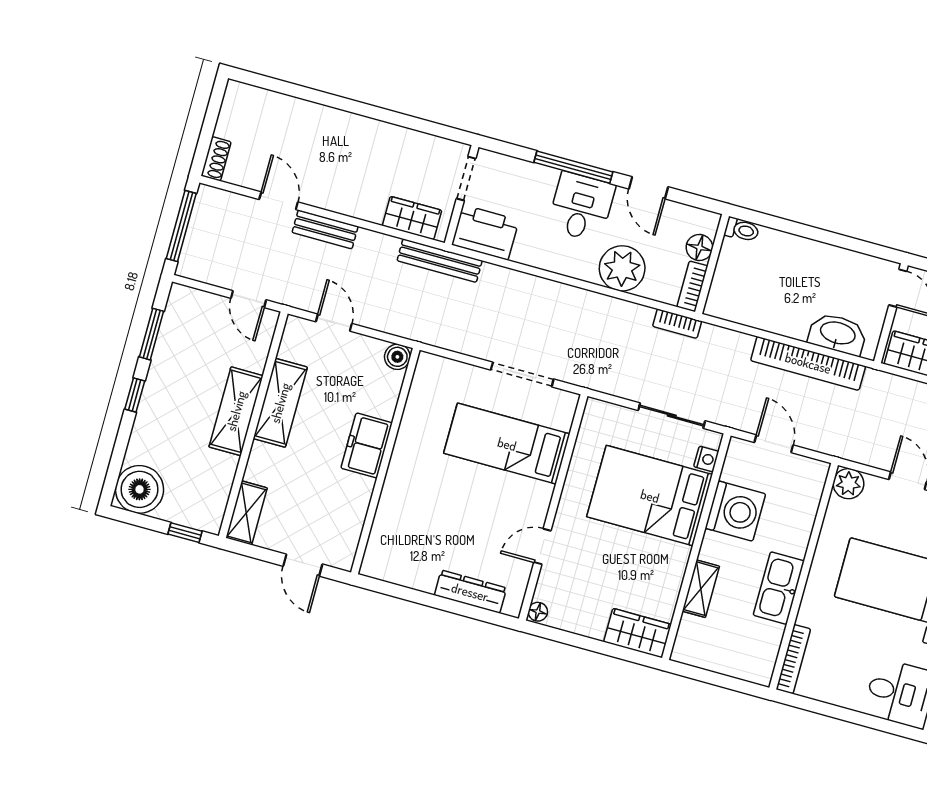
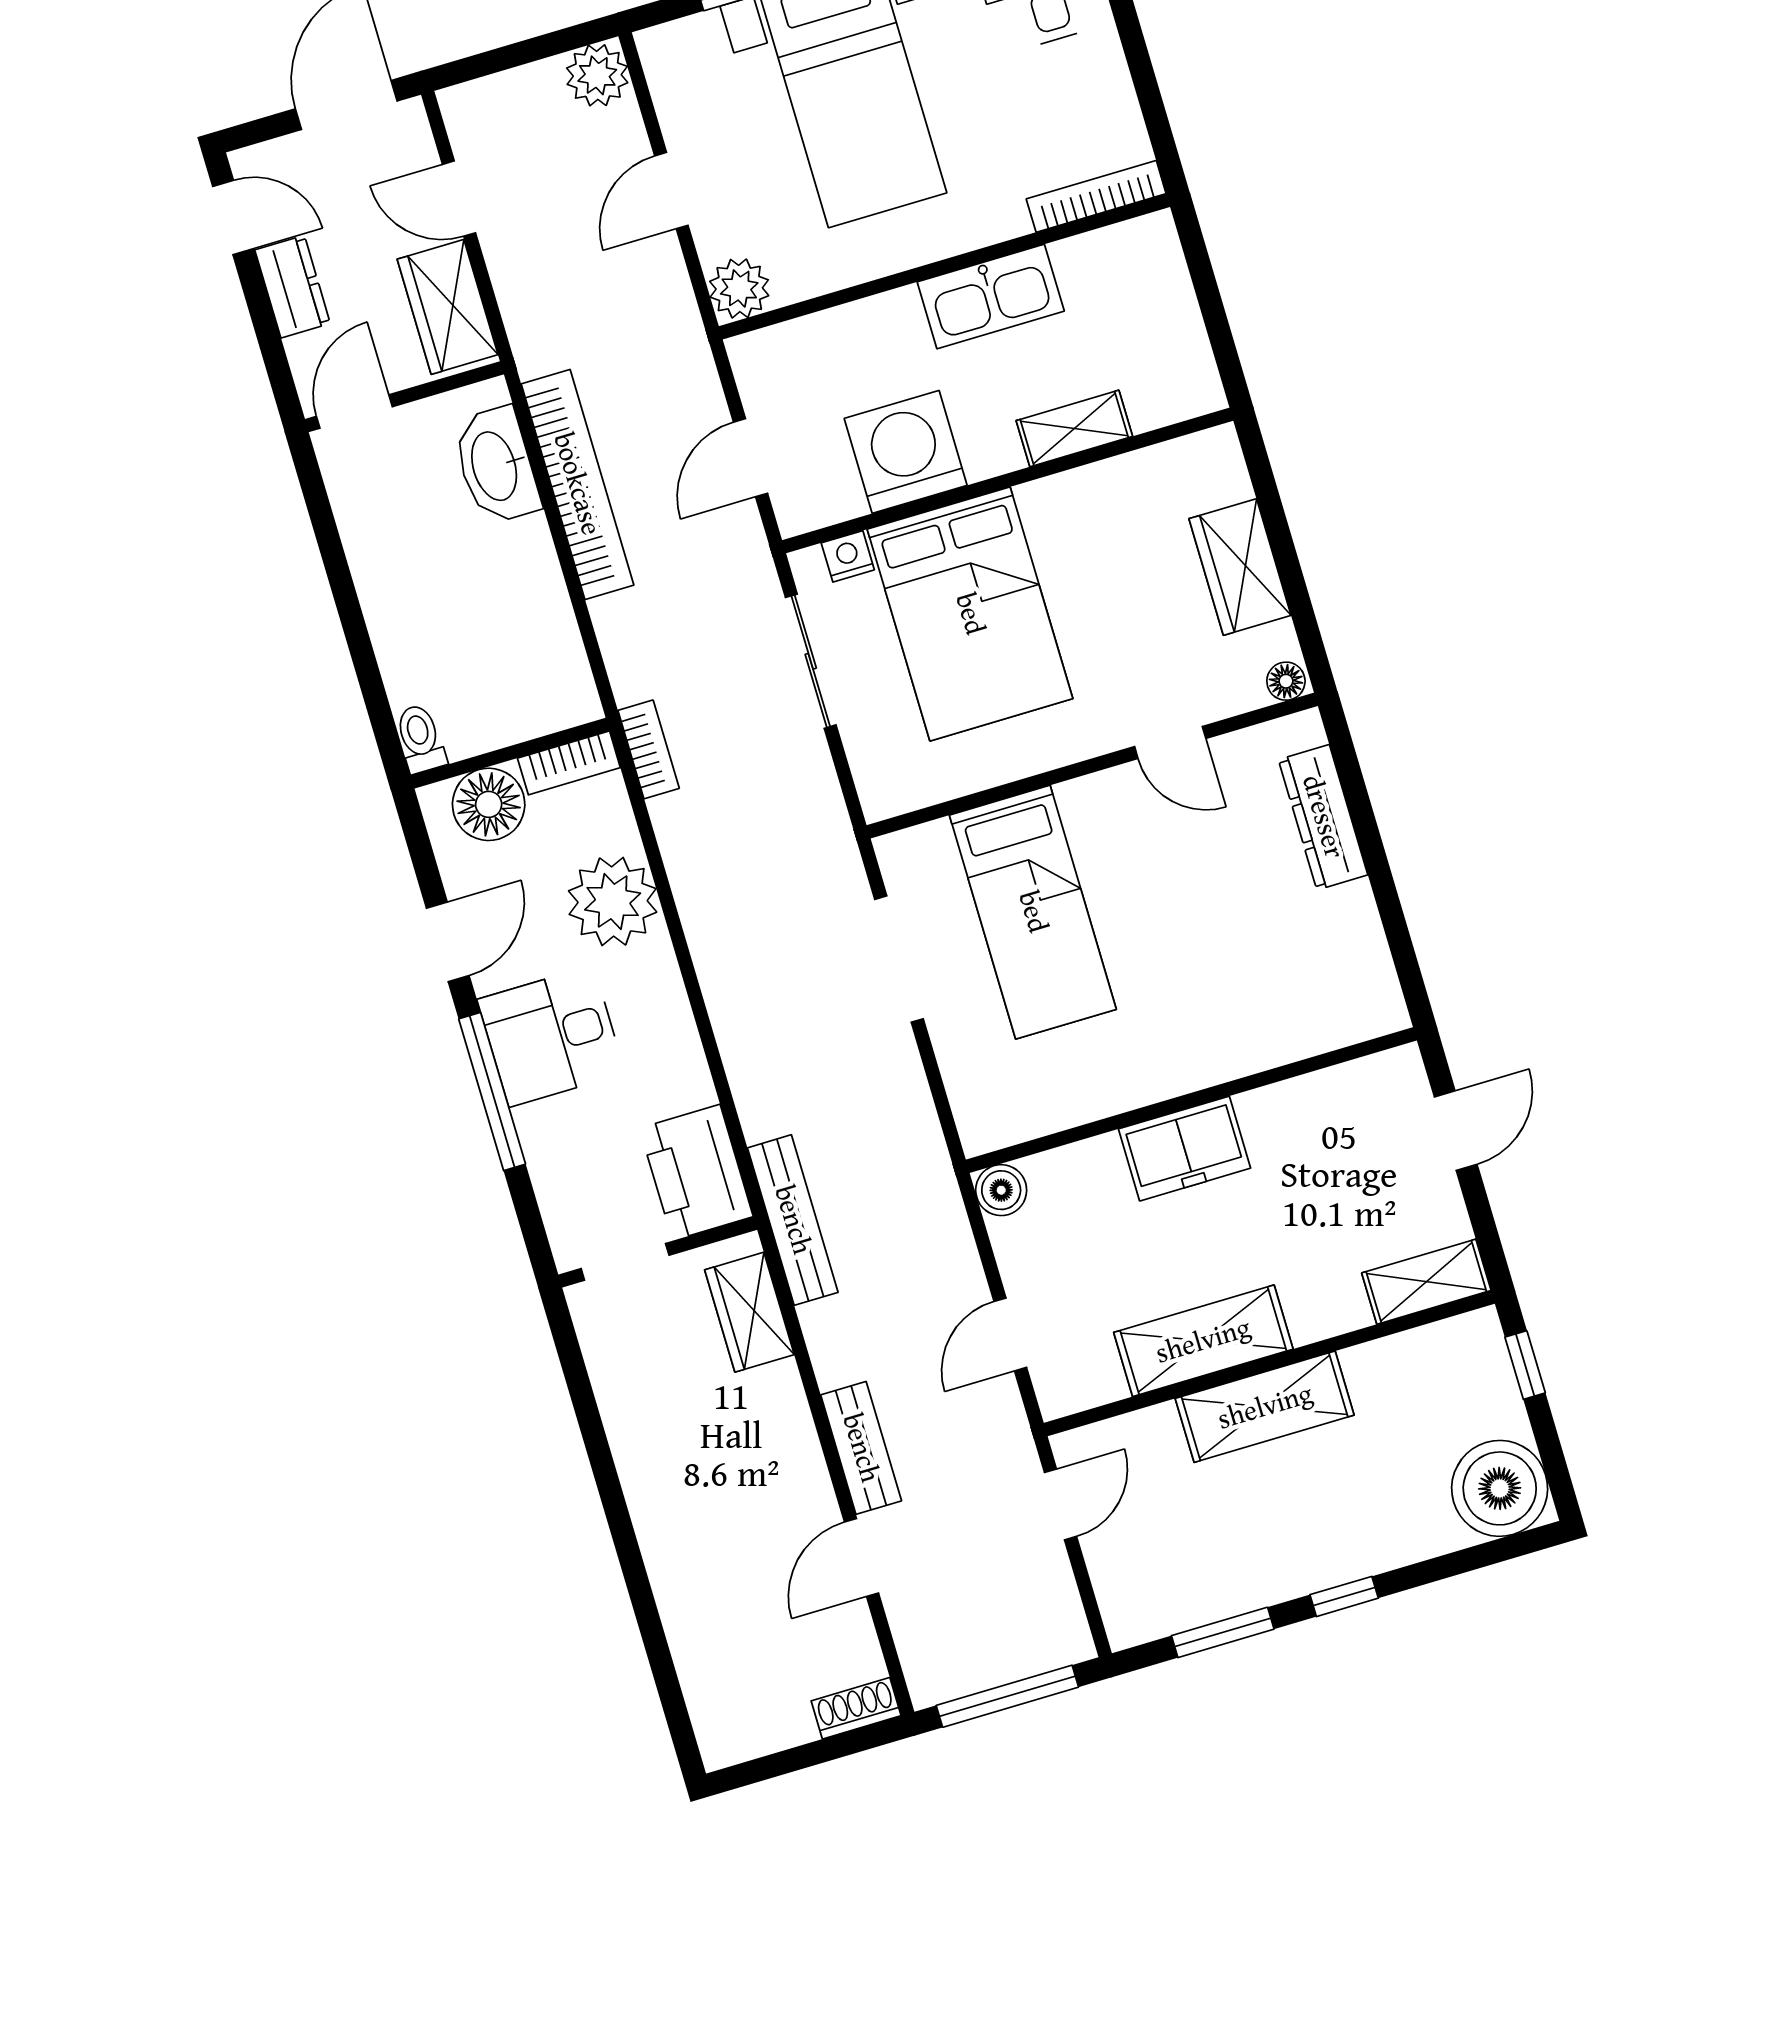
floor lamp: (699, 247) -> (489, 804), width x1.38, depth x1.38
wardrobe: (637, 633) -> (1240, 567), moved

